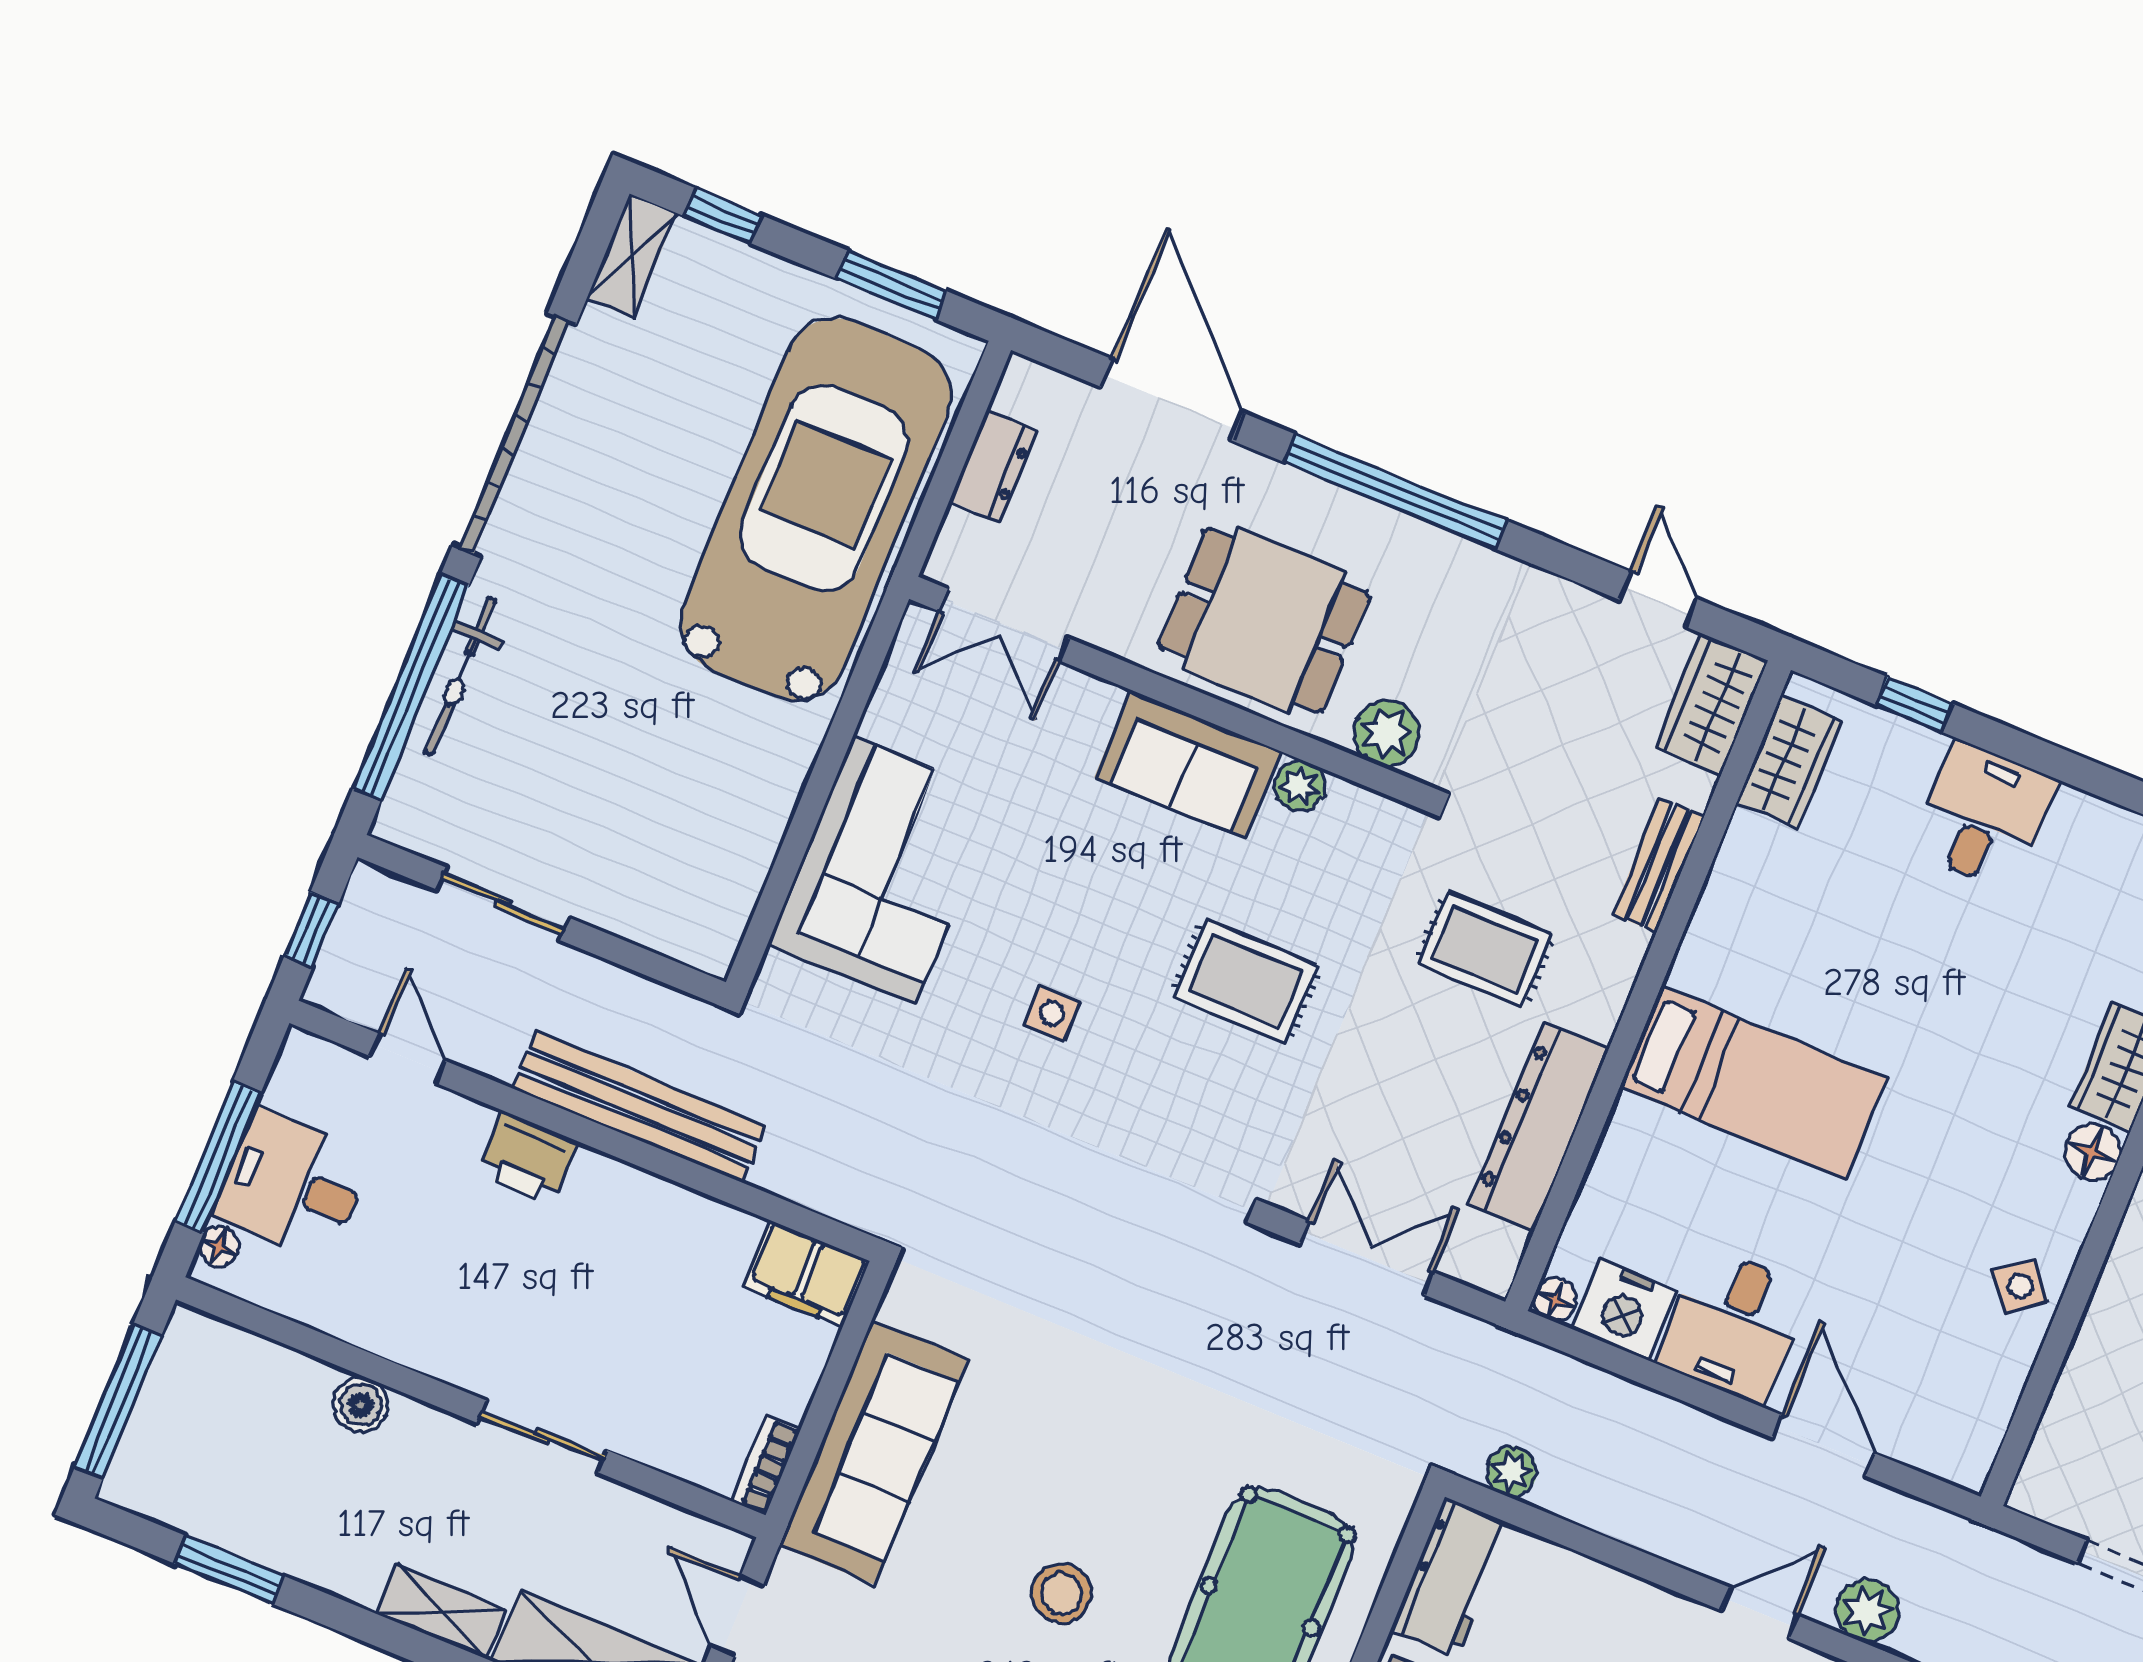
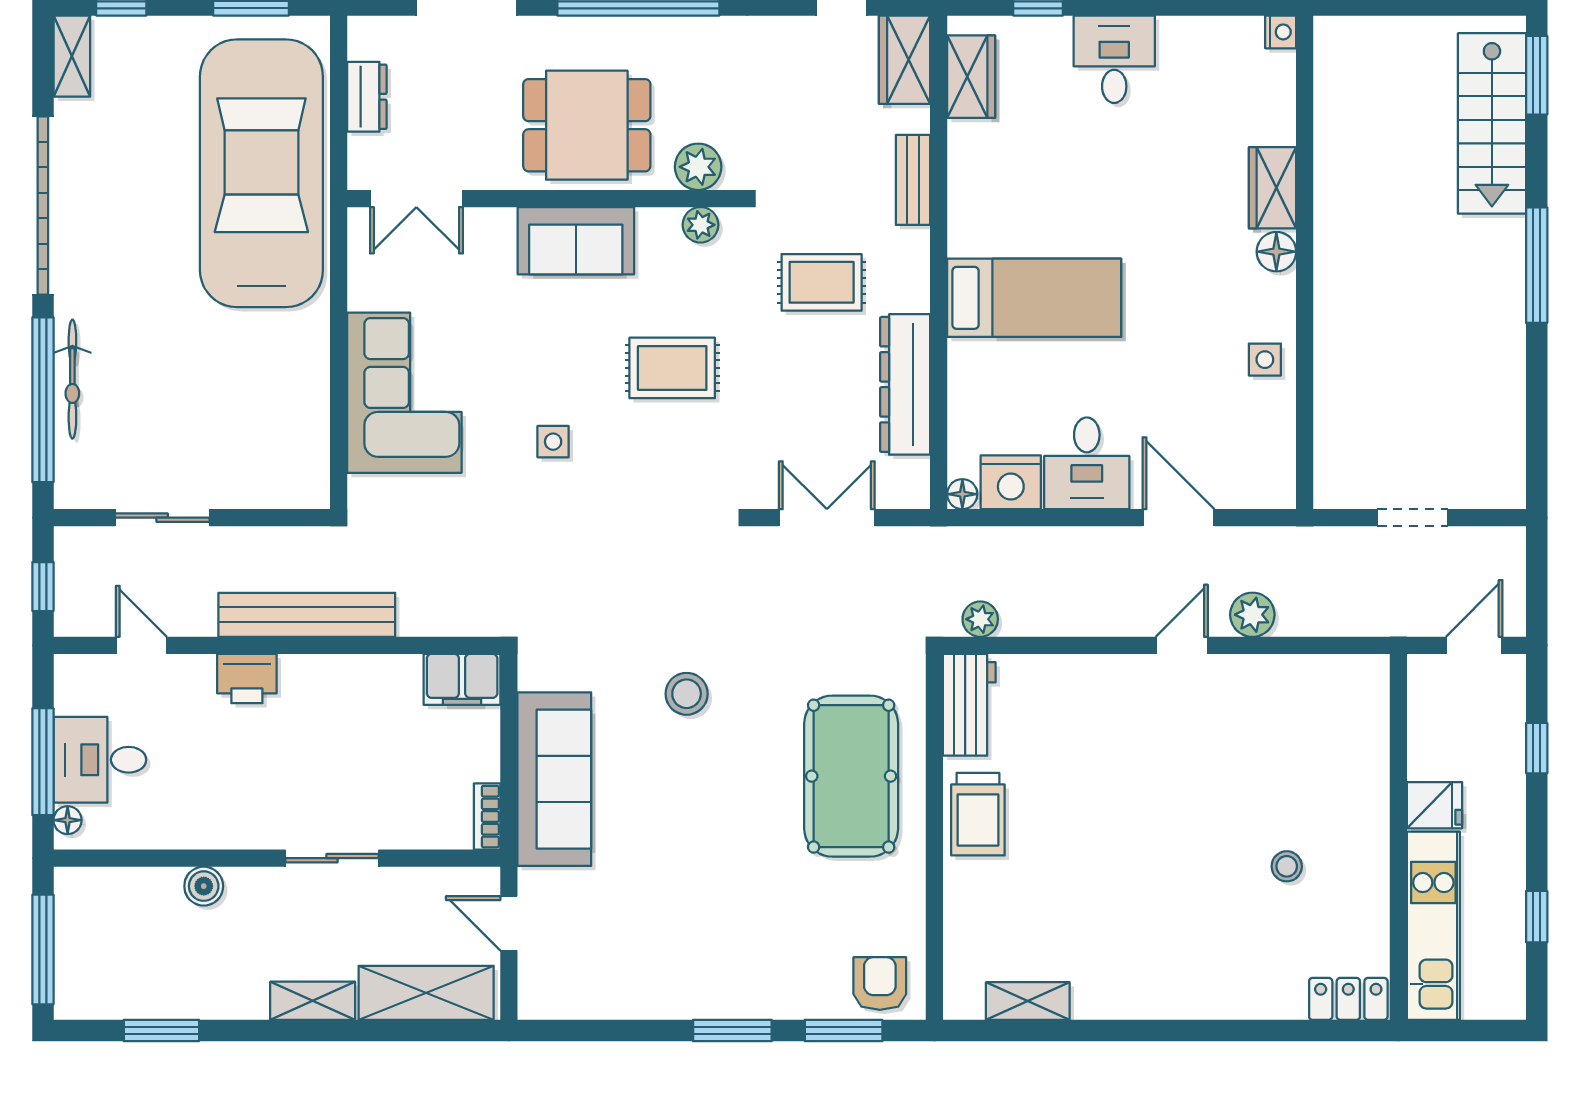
plant: (1300, 786) -> (701, 225), moved
side table: (2020, 1286) -> (1265, 360), turned 38
stool: (1061, 1594) -> (687, 694), moved

